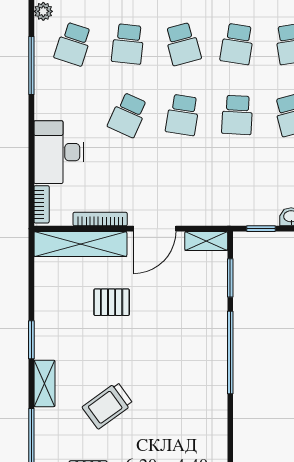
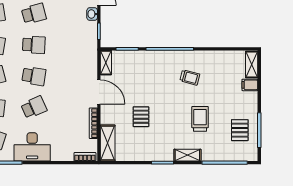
school desk: (128, 115) -> (34, 107), turned -48
desk: (59, 152) -> (32, 147), moved
shelving: (80, 244) -> (108, 143), width x0.68
trolley: (180, 388) -> (190, 77), added
trolley: (108, 405) -> (200, 119), turned -144

